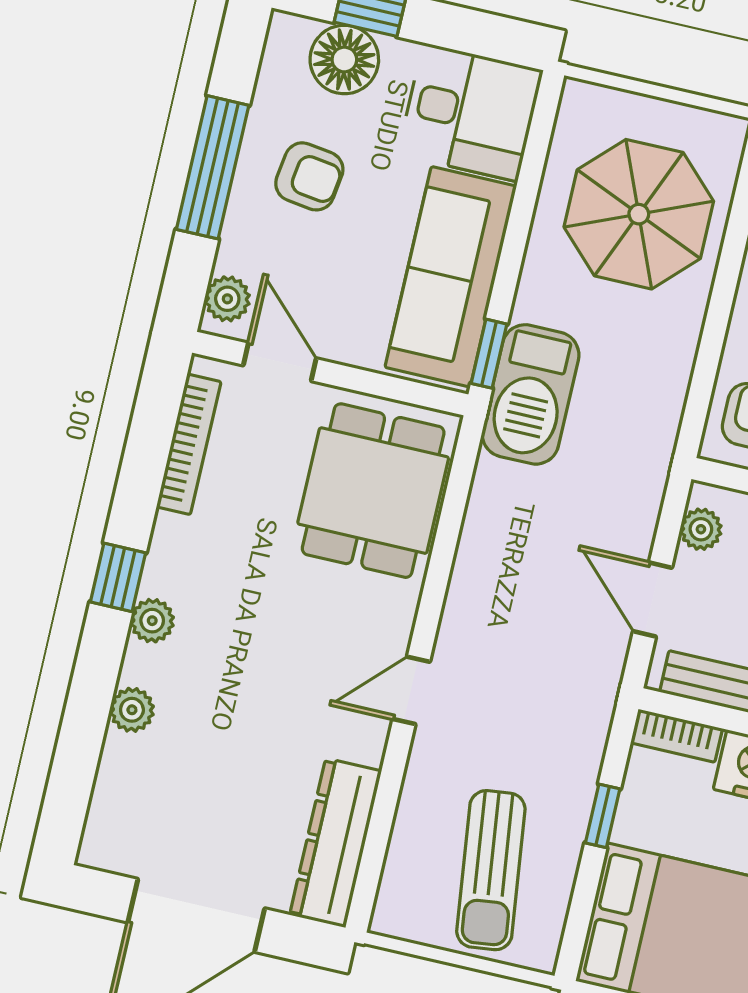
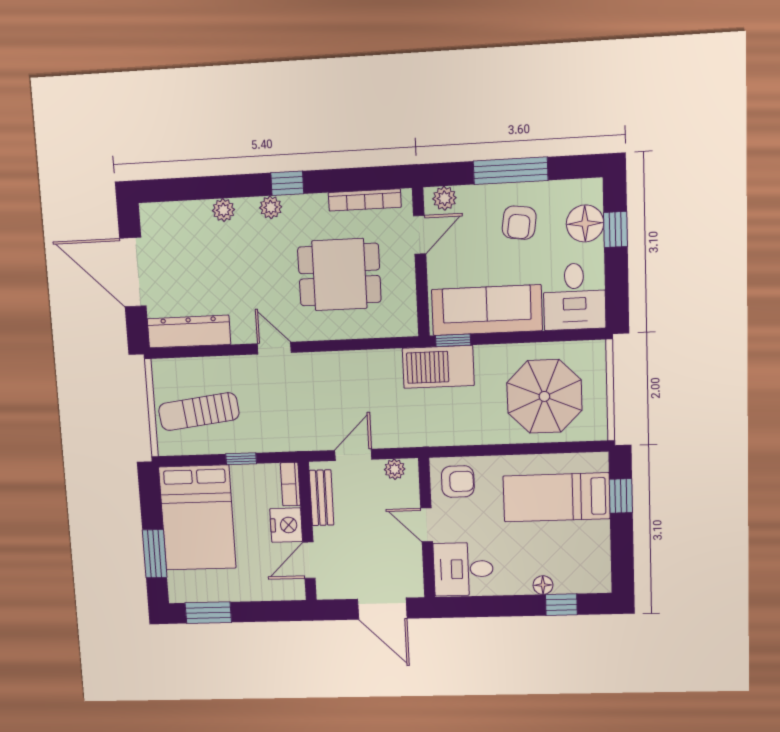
dining table: (373, 491) -> (339, 275), moved

